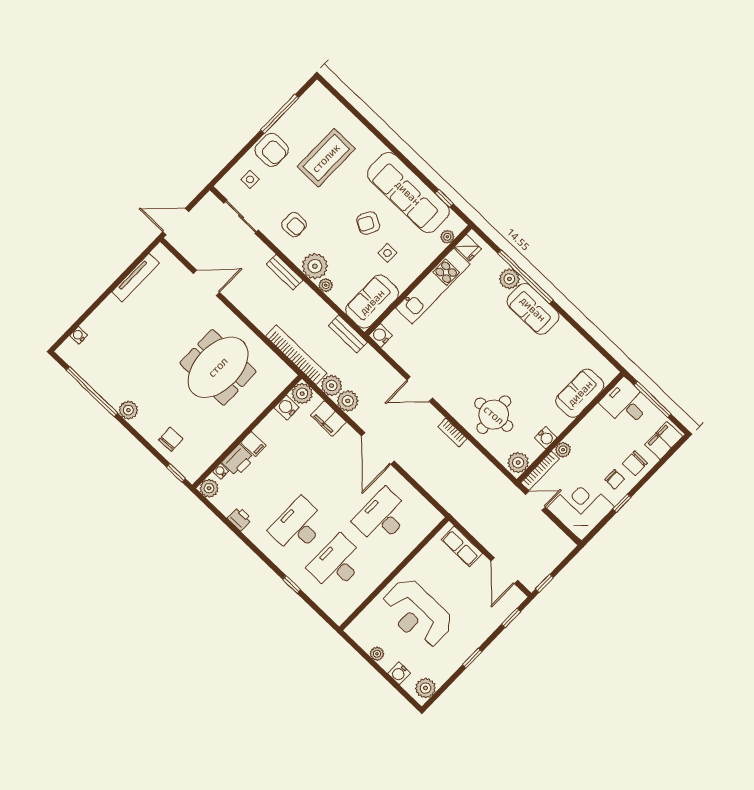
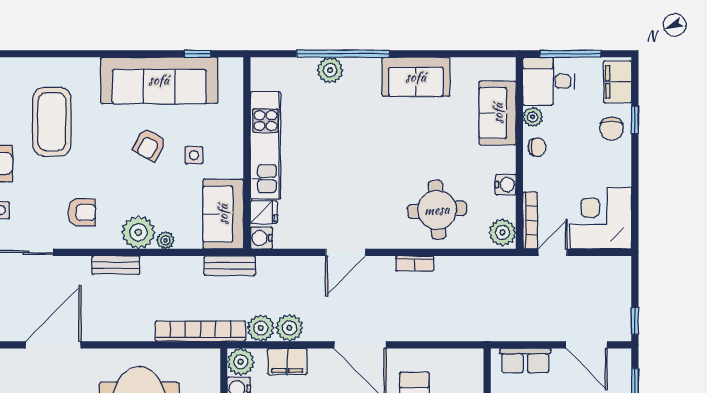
plant: (447, 237) -> (235, 87), removed
fridge: (468, 248) -> (264, 212), moved
door: (207, 283) -> (53, 345), width x1.36
sofa: (533, 309) -> (416, 77), moved
plant: (563, 450) -> (533, 117), moved
chair: (615, 479) -> (537, 147), moved
window: (622, 503) -> (635, 120), moved

